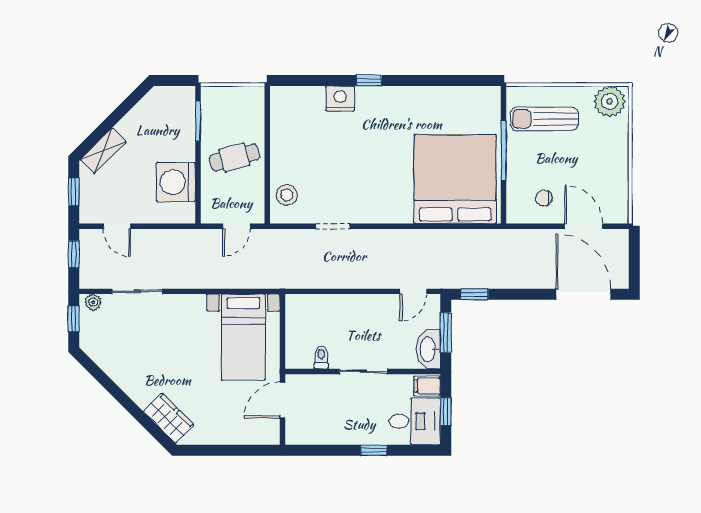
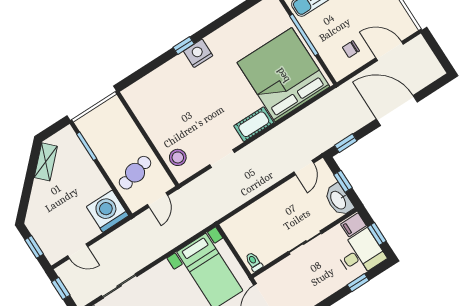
nightstand: (340, 99) -> (198, 53), moved
shelving: (103, 151) -> (46, 162), moved
cafe table: (234, 157) -> (135, 173), moved
washing machine: (176, 182) -> (108, 211), moved, turned 90
cot: (390, 212) -> (254, 124), added
door: (583, 294) -> (397, 110), moved
window: (446, 333) -> (343, 181), width x0.67
toilet: (321, 357) -> (254, 262), moved
window: (374, 450) -> (358, 283), moved

